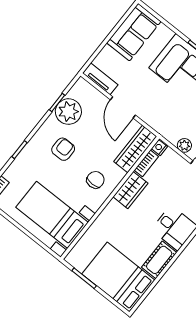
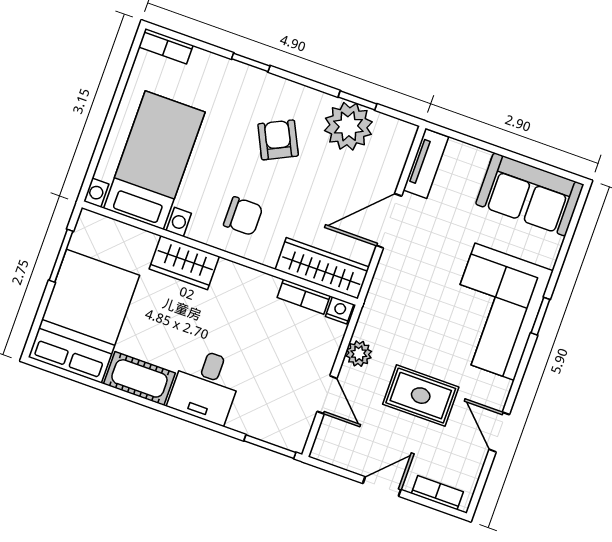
armchair: (63, 149) -> (278, 140), turned -116
wardrobe: (130, 190) -> (184, 263), moved

